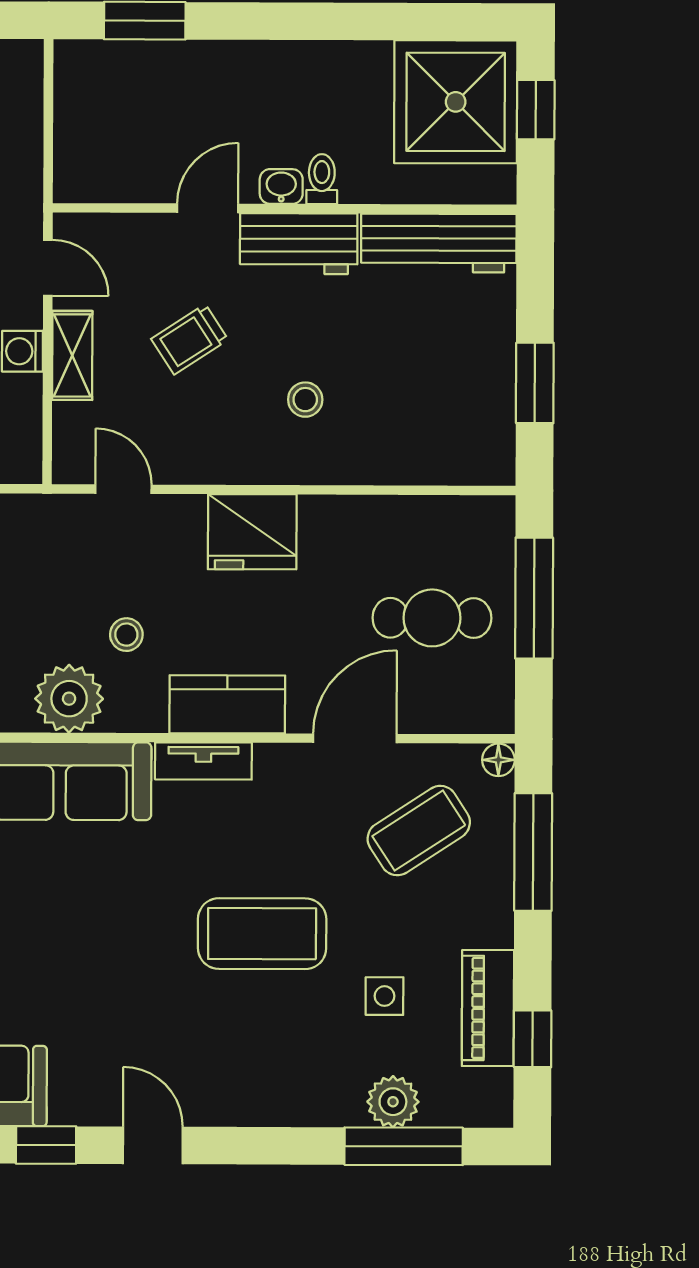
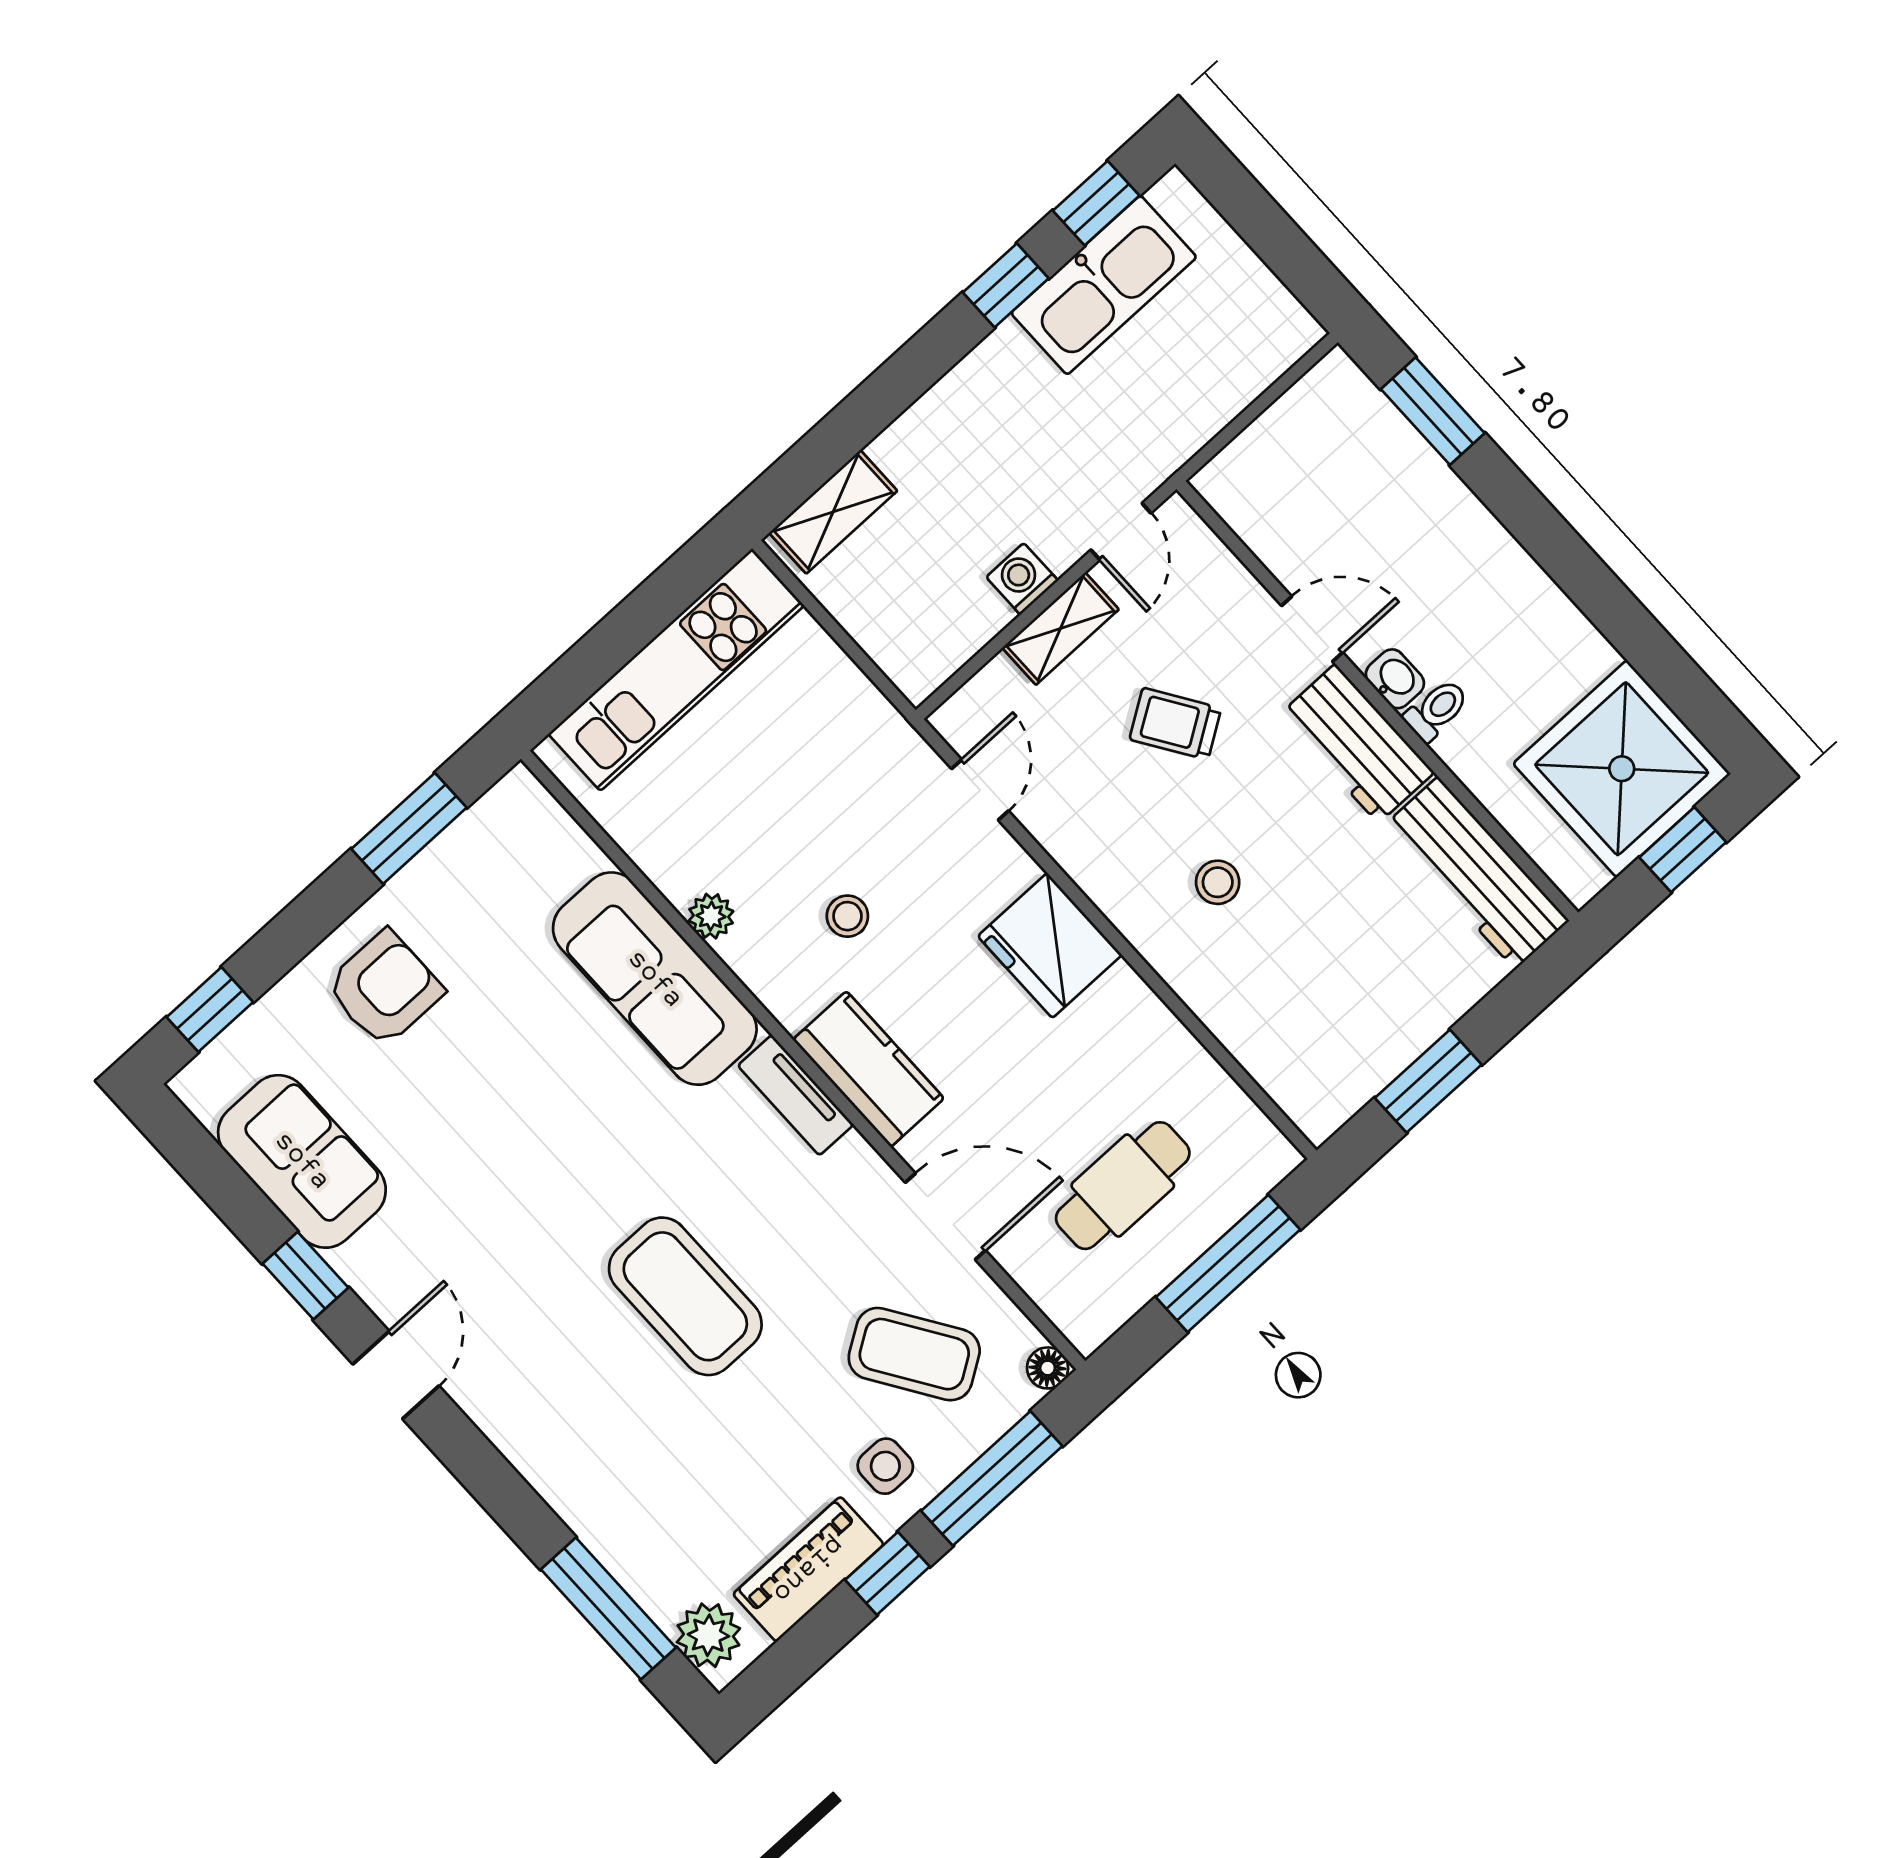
cafe table: (432, 618) -> (1123, 1186), turned 90
plant: (69, 699) -> (711, 916), width x0.53, depth x0.53
side table: (384, 996) -> (885, 1466), moved
window: (533, 1039) -> (887, 1573), moved
plant: (393, 1102) -> (708, 1635), moved

